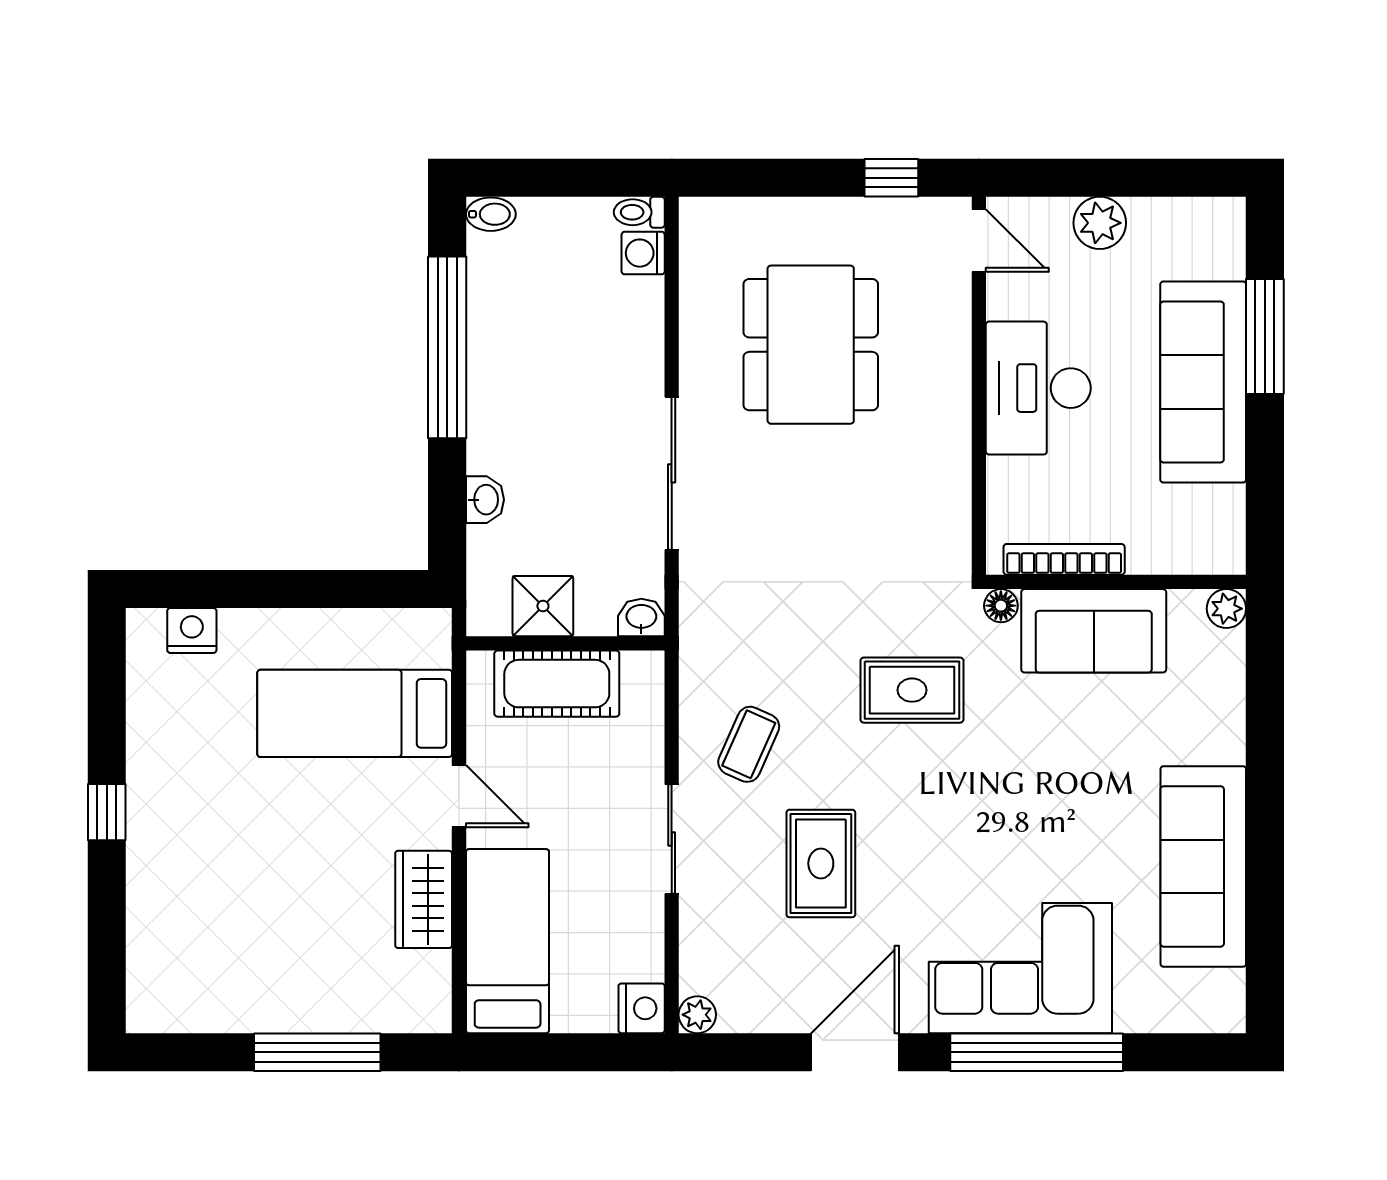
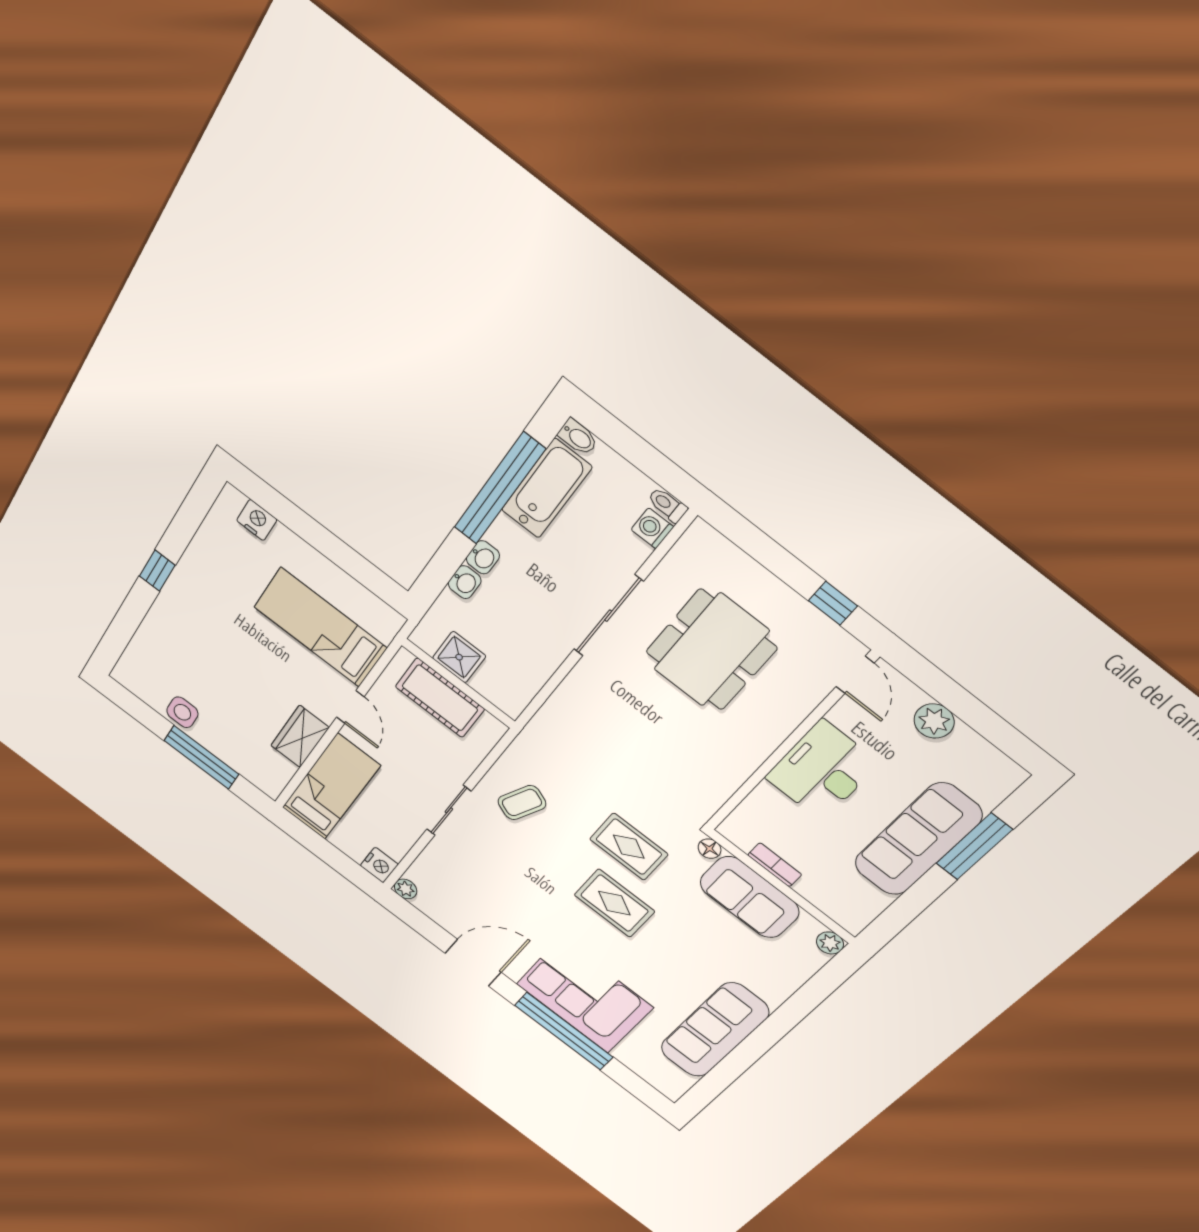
bathtub: (498, 303) -> (546, 489), added
sliding door: (672, 473) -> (608, 616), moved
bookcase: (1064, 559) -> (775, 865), width x0.64
washbasin: (641, 618) -> (483, 557), moved, turned 90
rug: (821, 863) -> (614, 903), moved, turned 90
side table: (254, 1002) -> (182, 712), added

